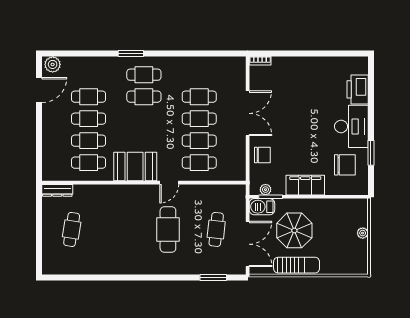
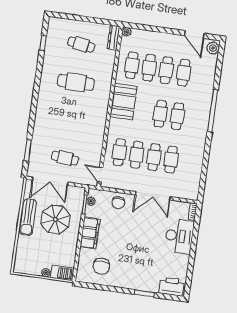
window: (131, 54) -> (213, 111), width x2.11
cafe table: (144, 75) -> (160, 114), moved
printer: (358, 89) -> (171, 287), moved
desk: (351, 126) -> (179, 236), moved, turned -90
window: (371, 153) -> (144, 293), moved
plant: (48, 175) -> (127, 32), added
door: (169, 183) -> (100, 175), moved
barbecue: (262, 207) -> (61, 273), moved, turned 90
cafe table: (168, 229) -> (76, 82), moved
window: (76, 277) -> (43, 43), added

